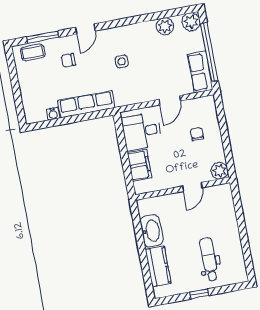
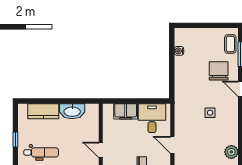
chair: (68, 60) -> (219, 71), width x1.87, depth x1.87
row of seats: (86, 104) -> (182, 79), removed

